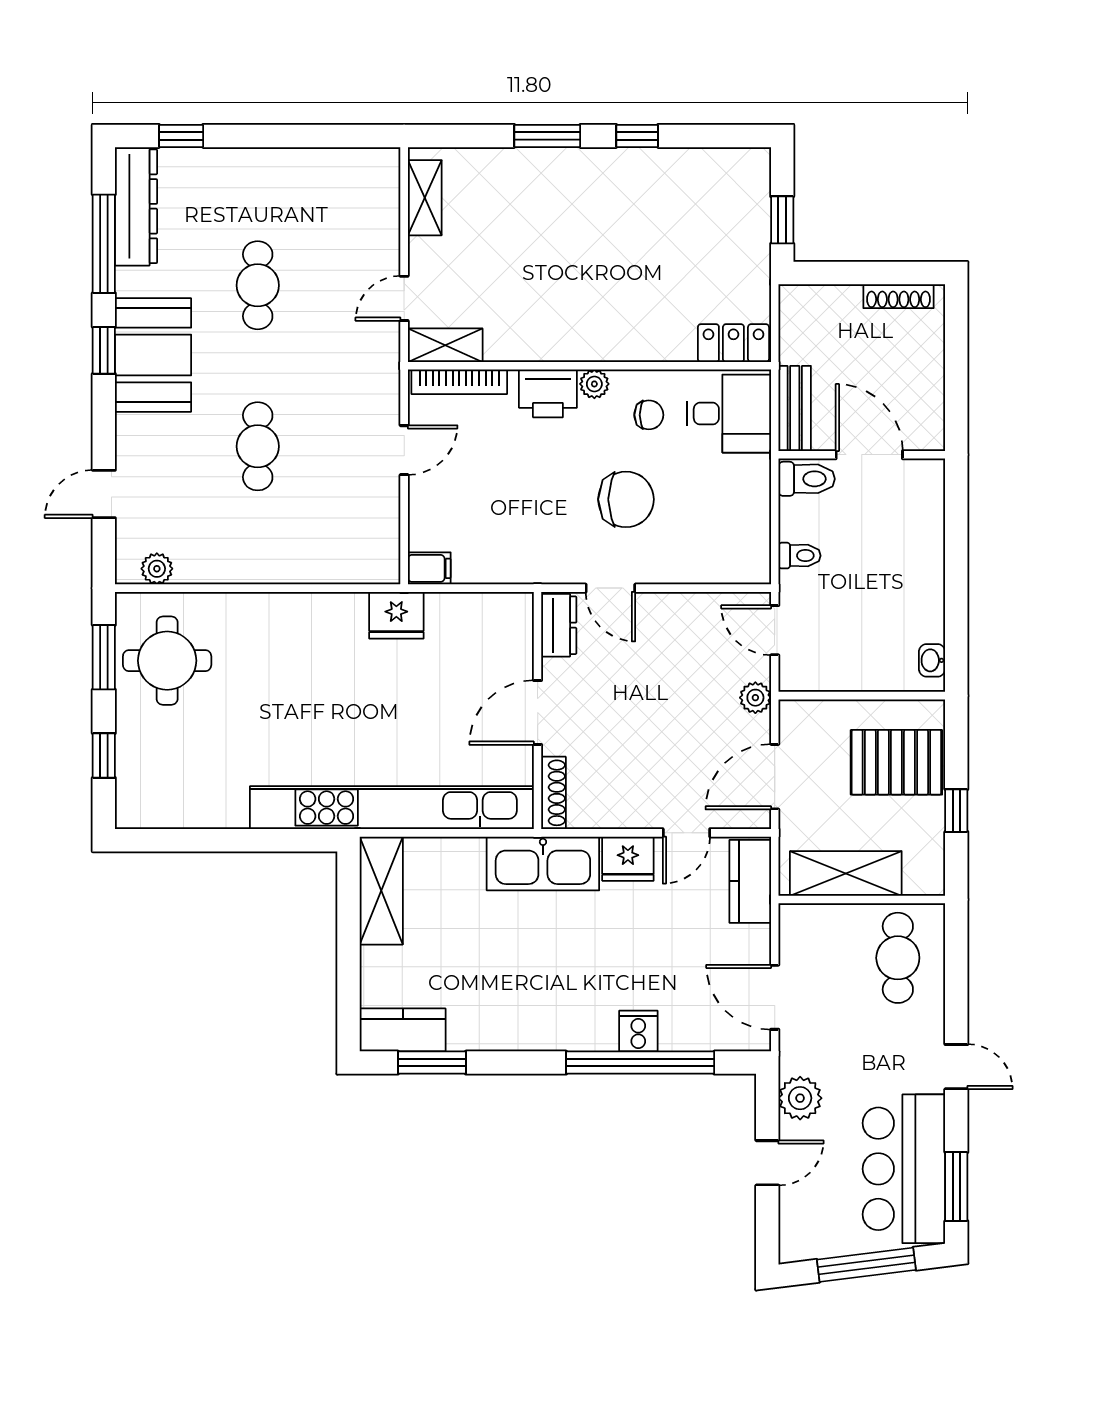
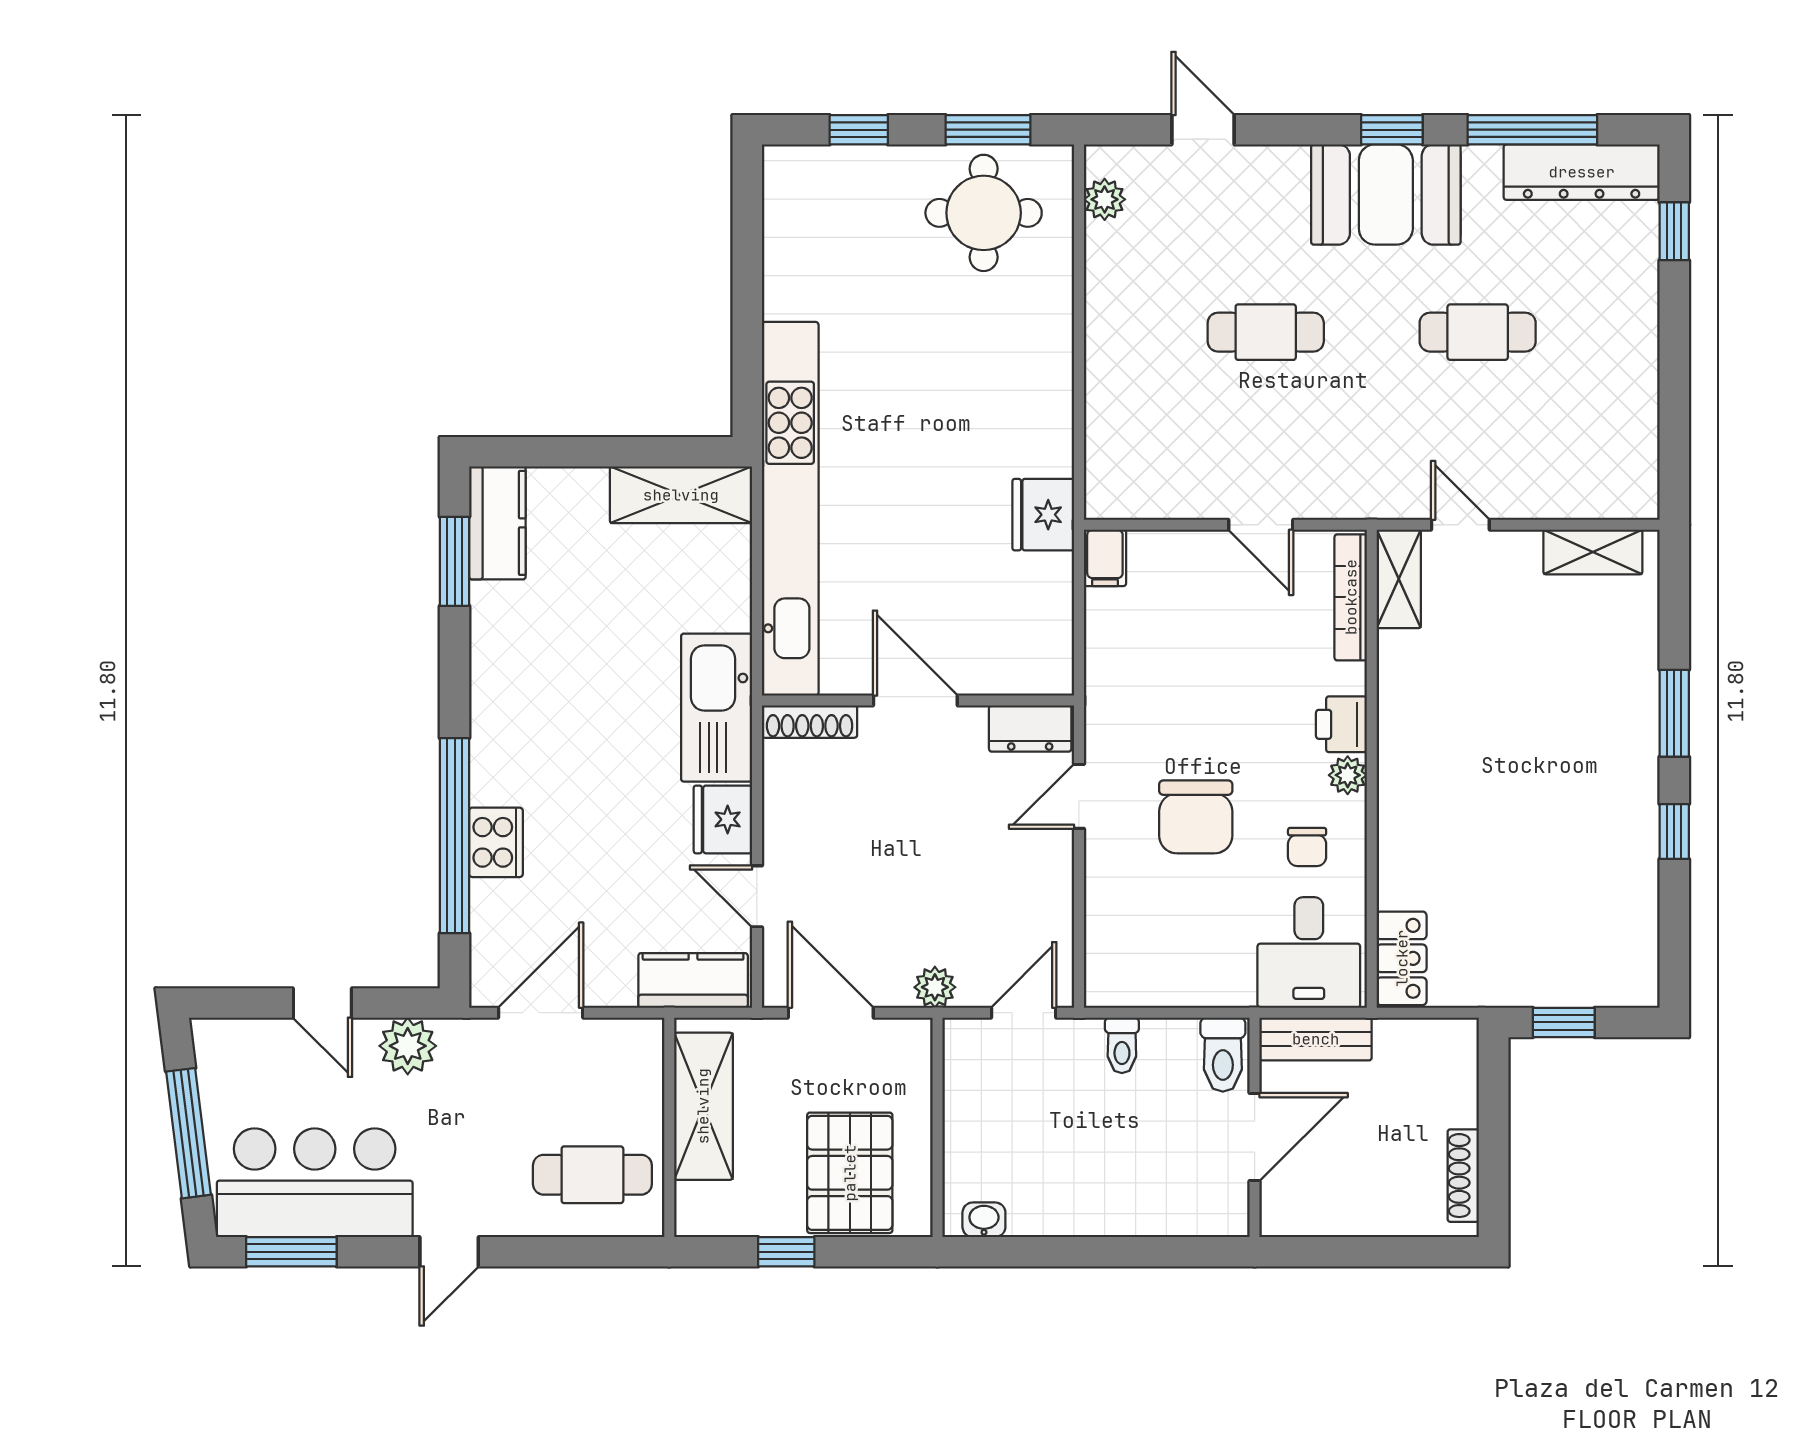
printer: (548, 393) -> (1341, 724), width x0.73, depth x0.81
cooker: (638, 1031) -> (496, 842), width x1.36

